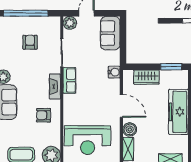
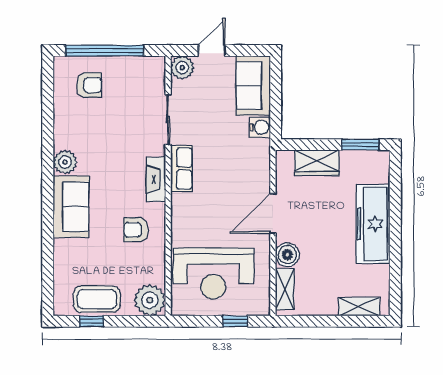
armchair: (30, 42) -> (89, 85), moved, turned 90
water cooler: (114, 72) -> (260, 127), moved
door: (121, 106) -> (273, 213), swing flipped

